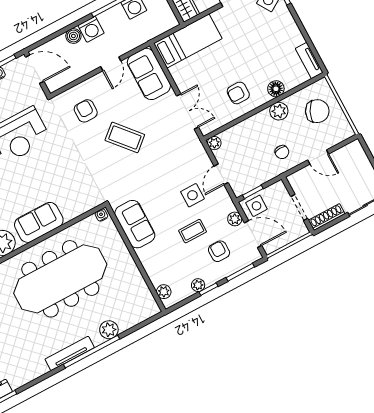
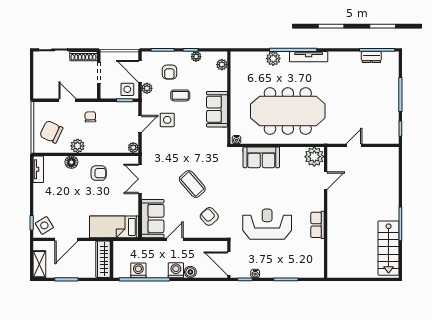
armchair: (86, 111) -> (209, 216), turned 138
sofa: (39, 222) -> (261, 157), moved
sofa: (135, 224) -> (217, 109), moved

